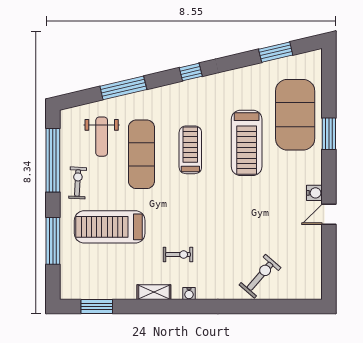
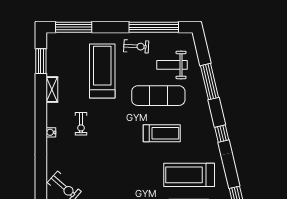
treadmill: (247, 143) -> (189, 175), moved
window: (53, 241) -> (74, 27), moved
shelving: (154, 292) -> (52, 90), moved

